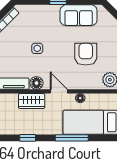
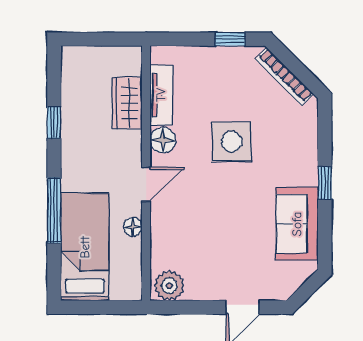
side table: (37, 48) -> (231, 142), width x1.87, depth x1.87
armchair: (86, 54) -> (220, 238), removed
wardrobe: (32, 101) -> (127, 103), moved

